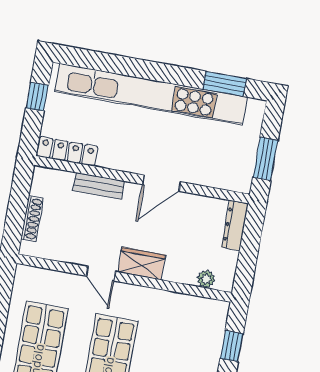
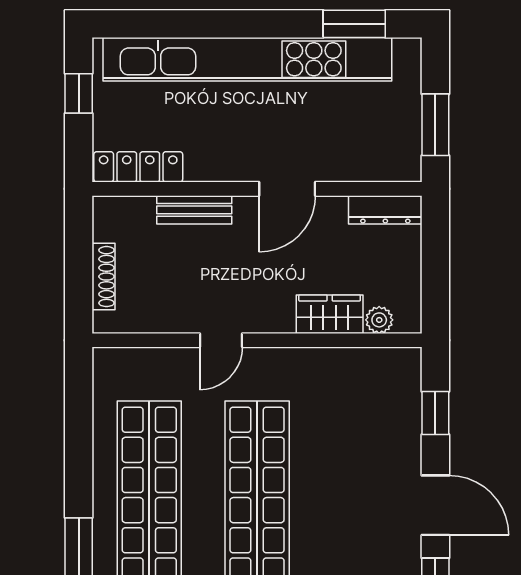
dresser: (235, 225) -> (385, 210), moved, turned -90
wardrobe: (142, 264) -> (330, 314), moved
door: (101, 274) -> (221, 340), hinge flipped

